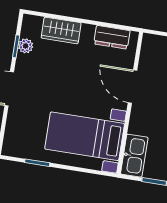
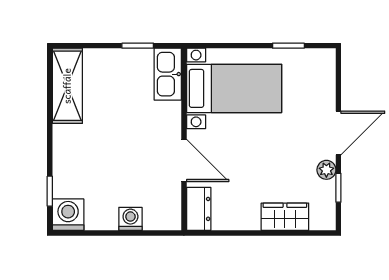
dresser: (112, 37) -> (199, 209), moved, turned 90
plant: (26, 46) -> (326, 170), moved

